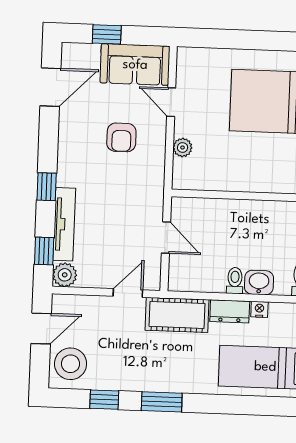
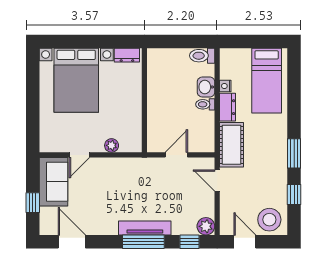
armchair: (121, 137) -> (106, 189), removed
window: (47, 187) -> (143, 242), width x2.17
tv unit: (64, 224) -> (145, 228), moved

